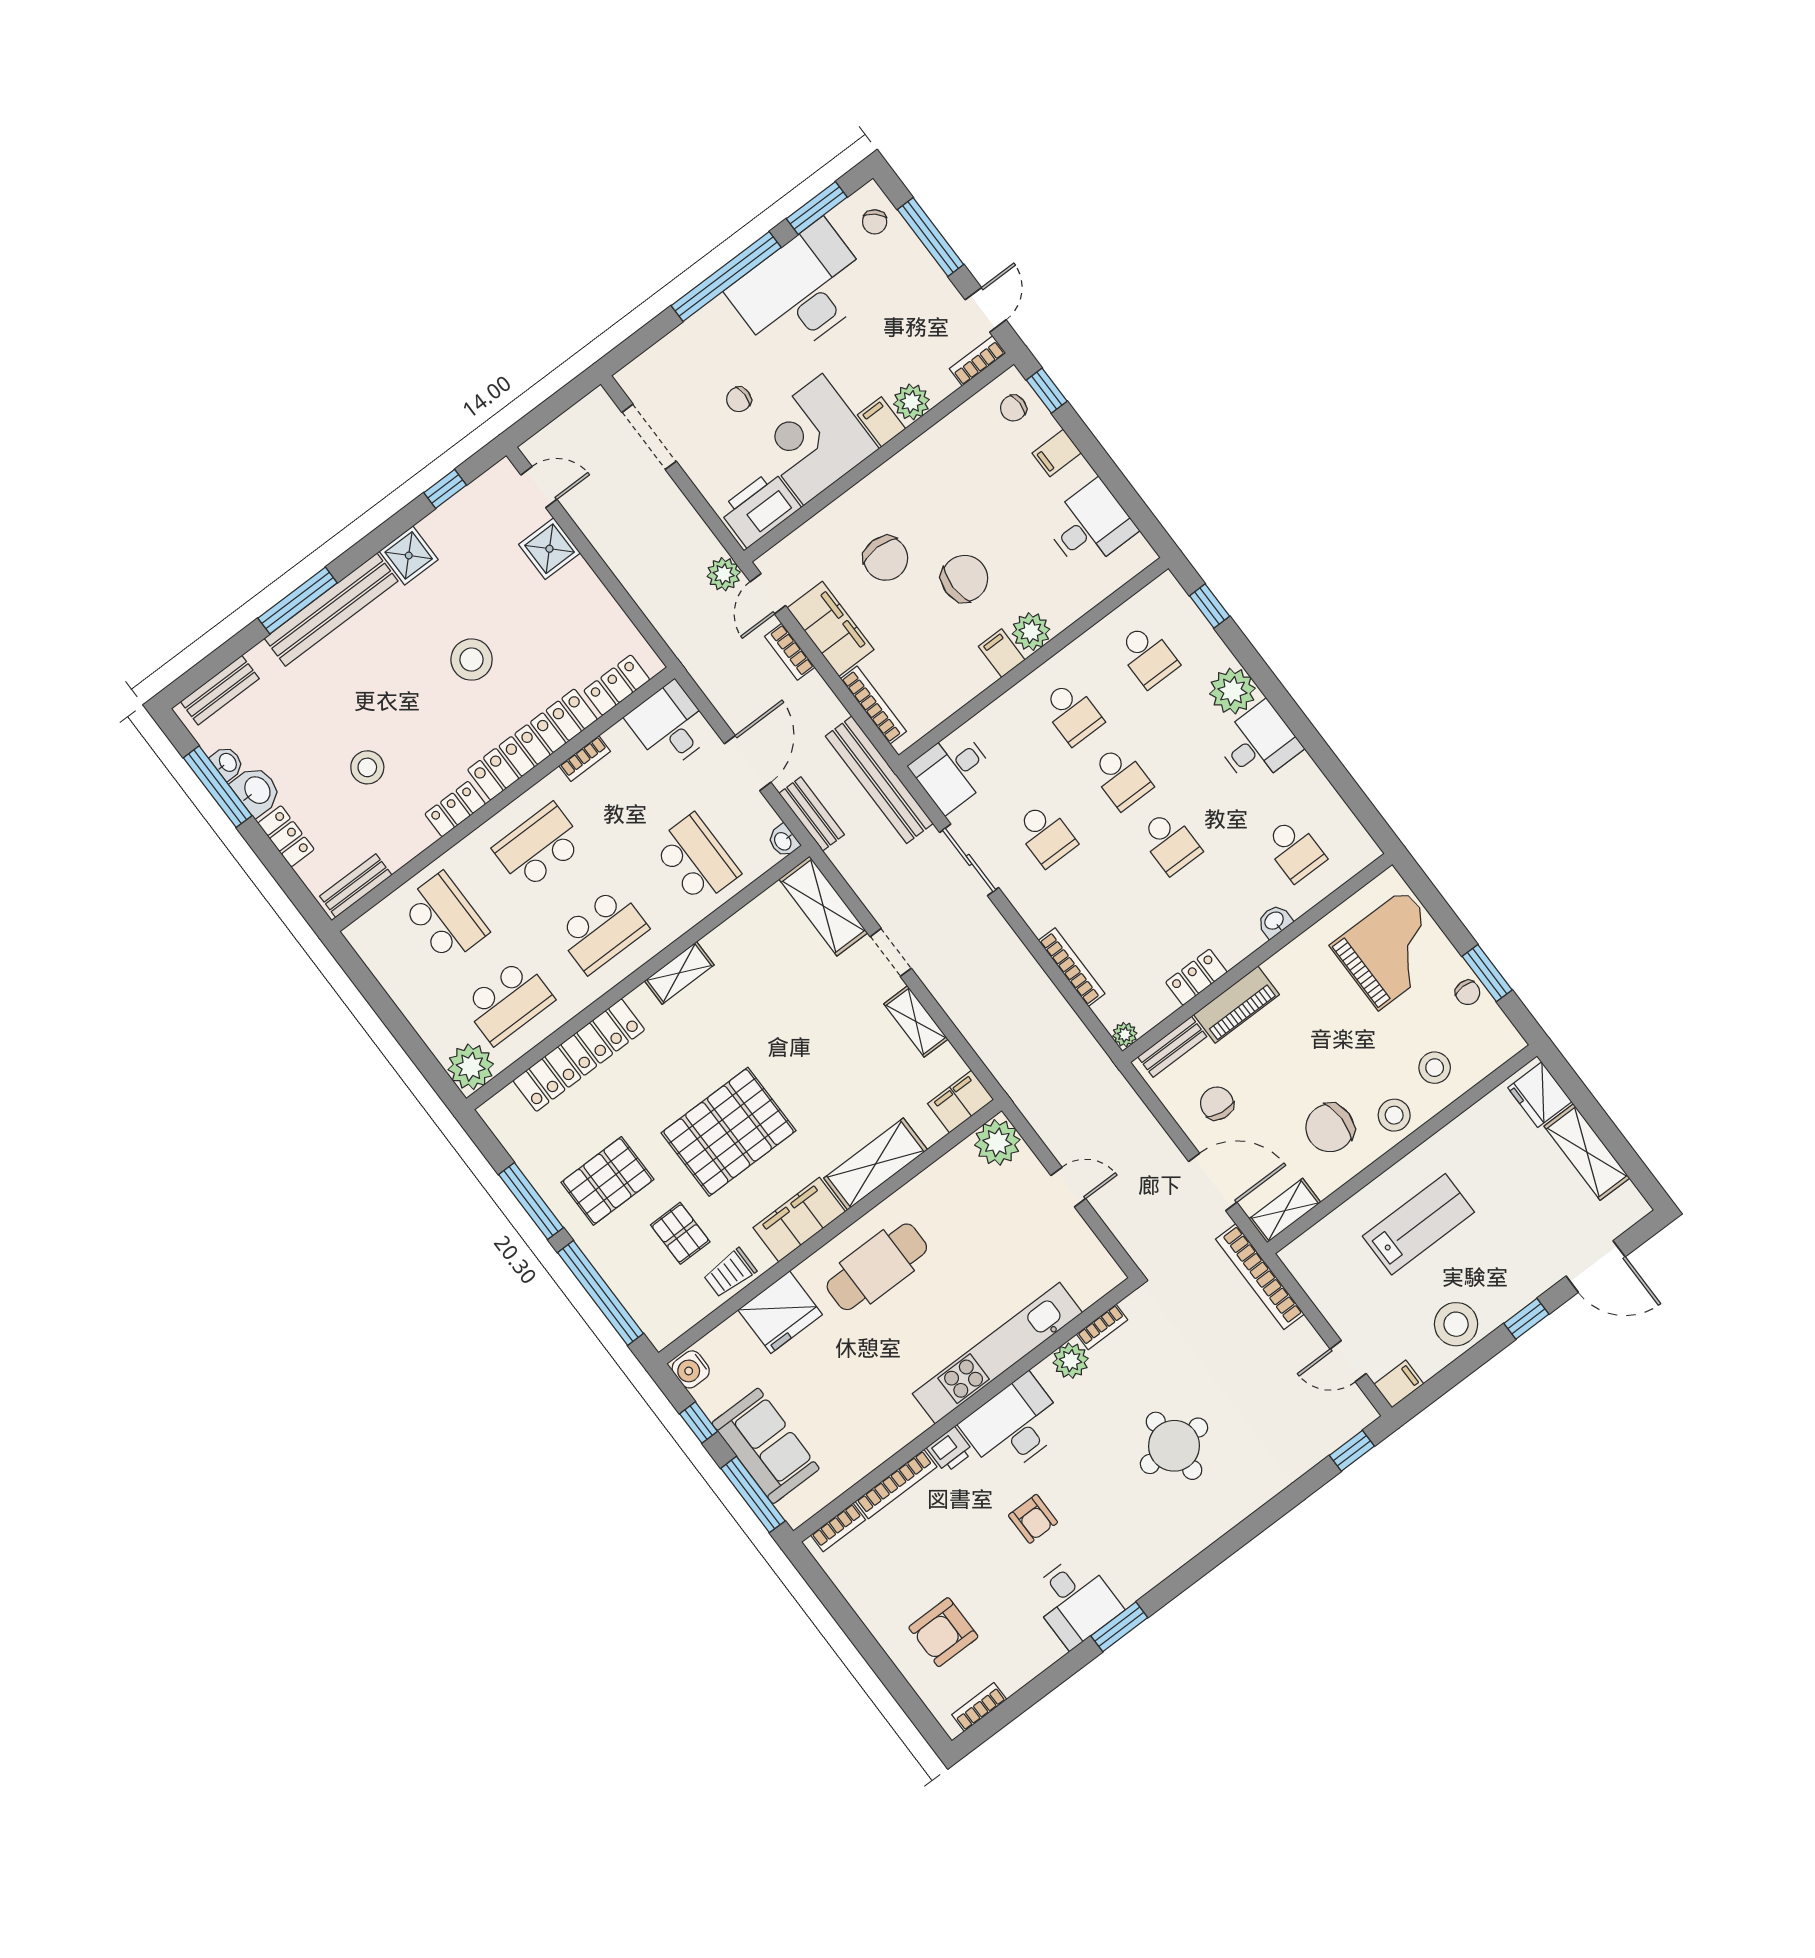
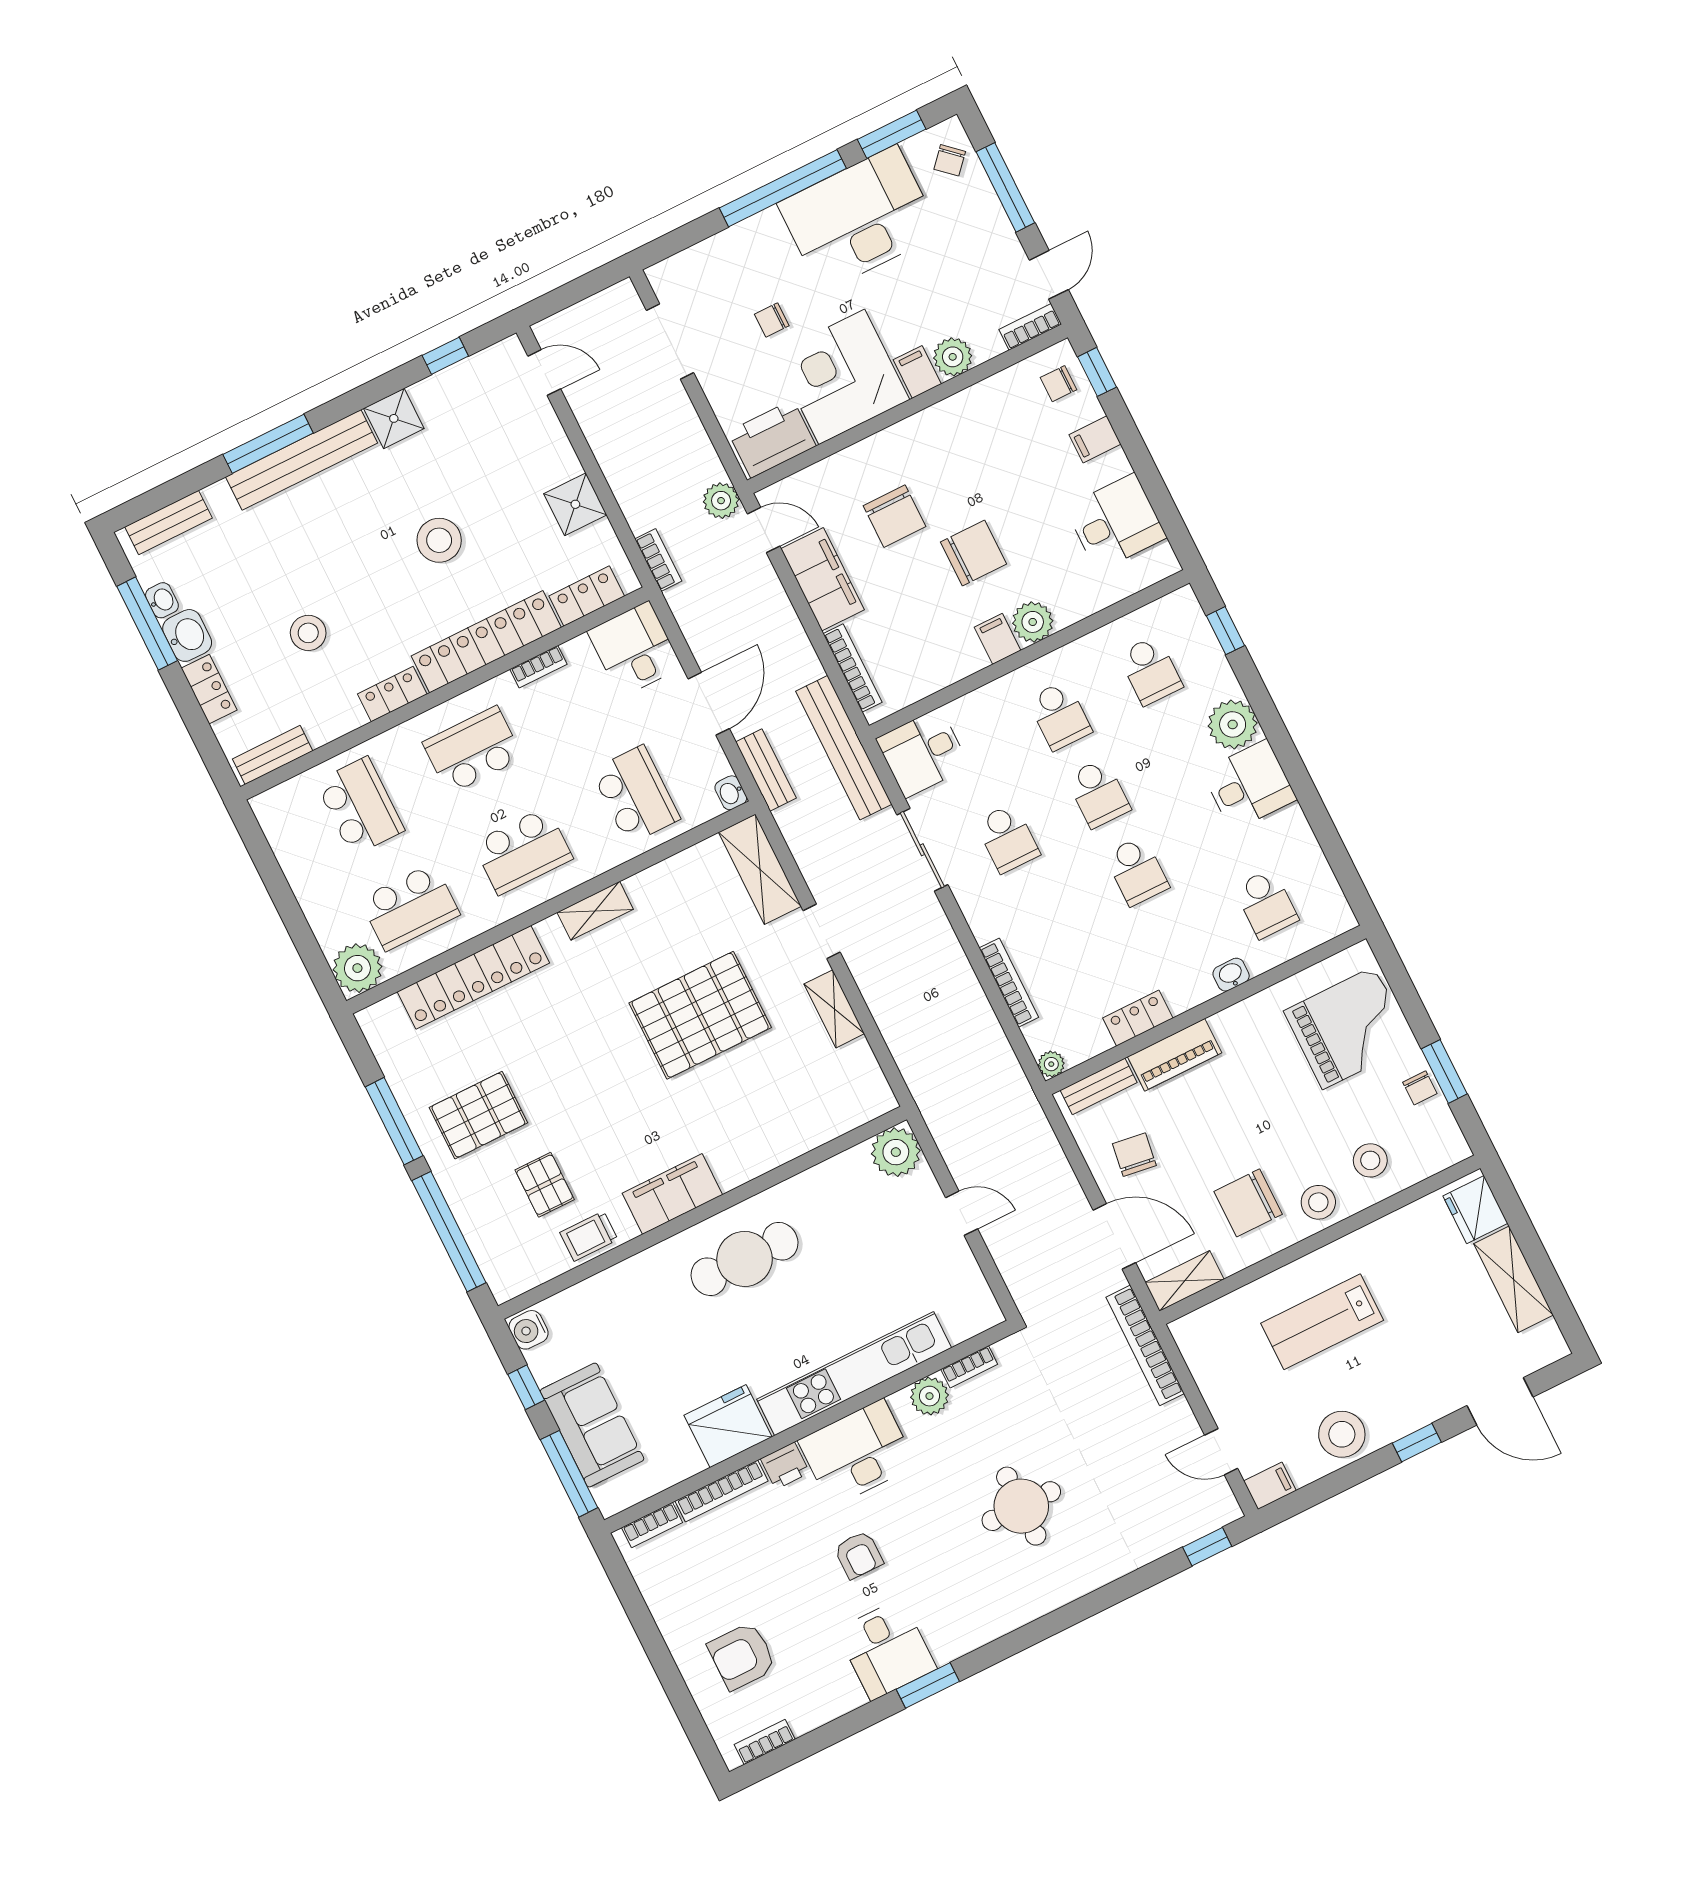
shower: (549, 549) -> (575, 504), moved
door: (768, 594) -> (764, 530), swing flipped
bookcase: (790, 652) -> (658, 560), moved, turned 180
filing cabinet: (961, 1102) -> (865, 1102), removed
pallet: (729, 1132) -> (700, 1015), moved
shelving: (876, 1164) -> (764, 1151), removed
lab bench: (1418, 1224) -> (1322, 1322), turned 180
fridge: (780, 1312) -> (728, 1426), moved, turned 180

